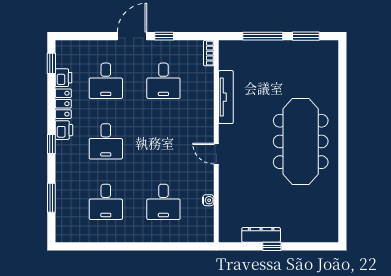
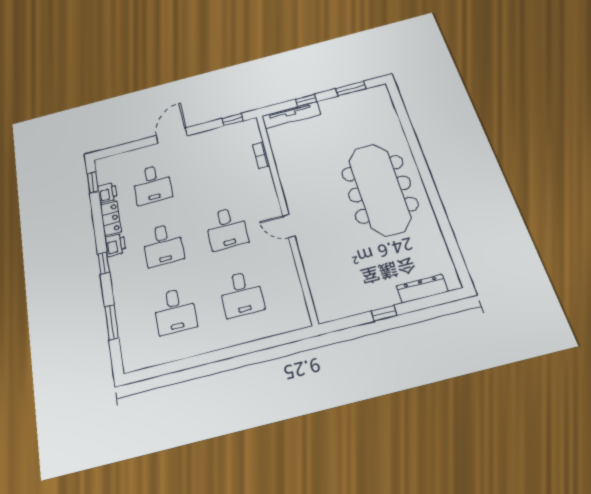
window: (164, 36) -> (233, 120), moved
window: (263, 36) -> (306, 100), width x0.46
bookcase: (209, 53) -> (261, 155), moved
desk: (163, 81) -> (227, 228), moved
tv unit: (226, 97) -> (291, 115), moved, turned 90
water cooler: (208, 200) -> (293, 279), removed
dresser: (261, 235) -> (422, 289), moved

